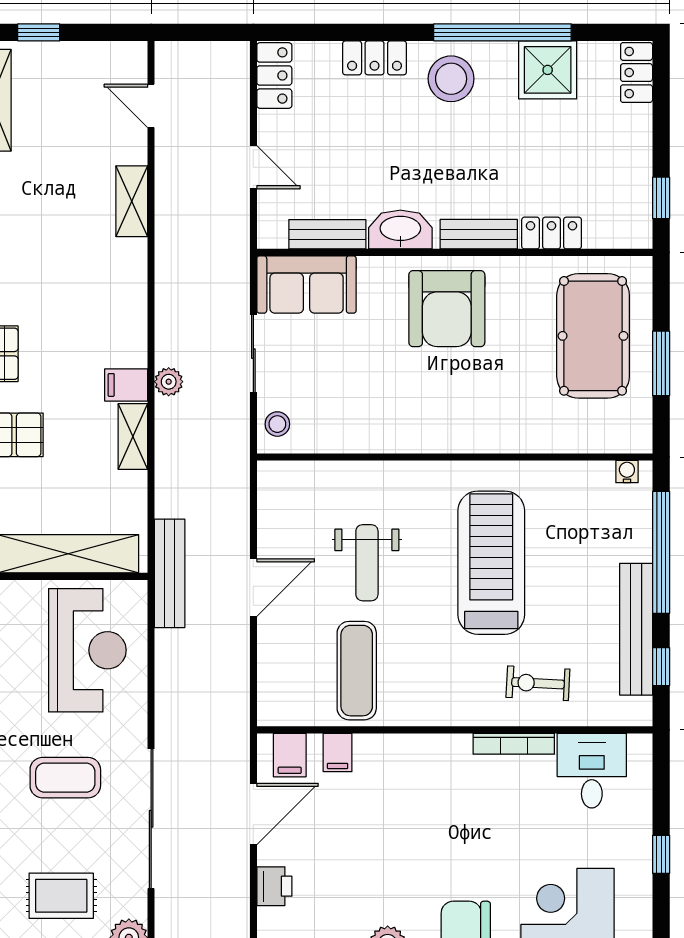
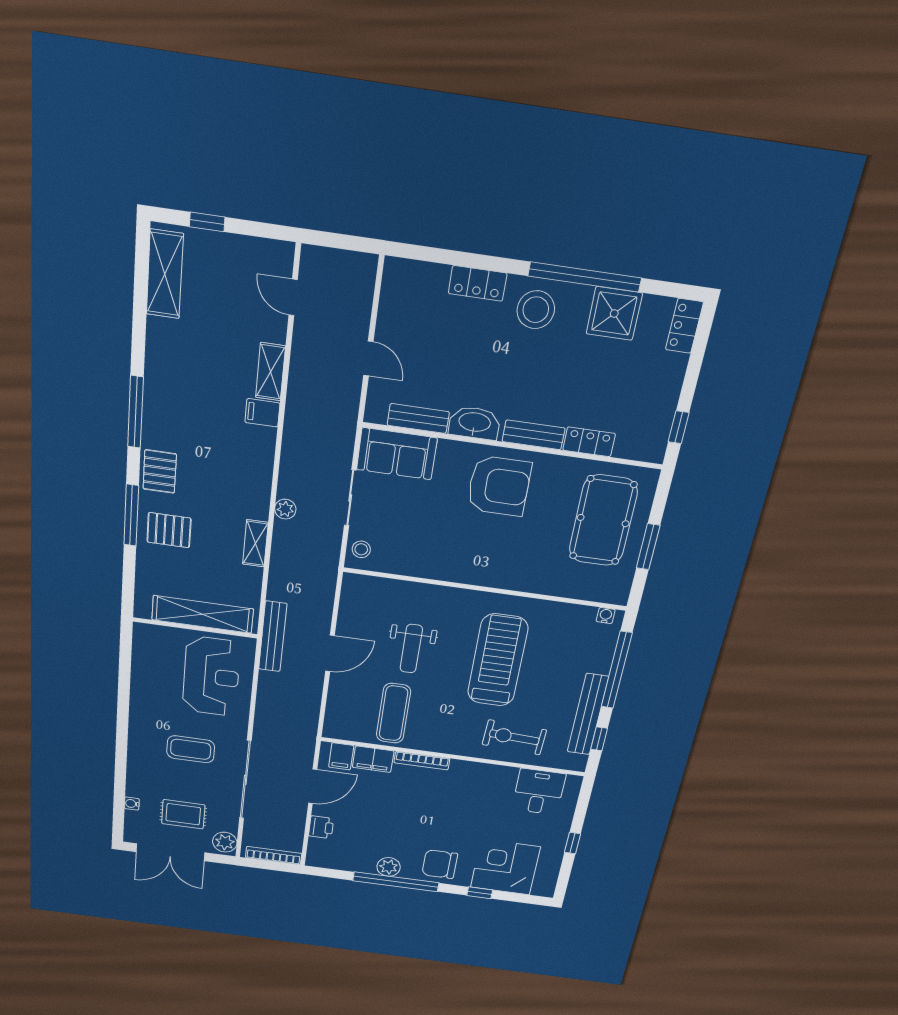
locker: (274, 75) -> (395, 286), removed
armchair: (447, 309) -> (499, 486), turned -90
filing cabinet: (126, 385) -> (262, 413), moved
exercise bike: (538, 683) -> (514, 737), width x1.38, depth x1.39
bookcase: (514, 744) -> (422, 761), moved
filing cabinet: (338, 753) -> (373, 759), width x2.00

